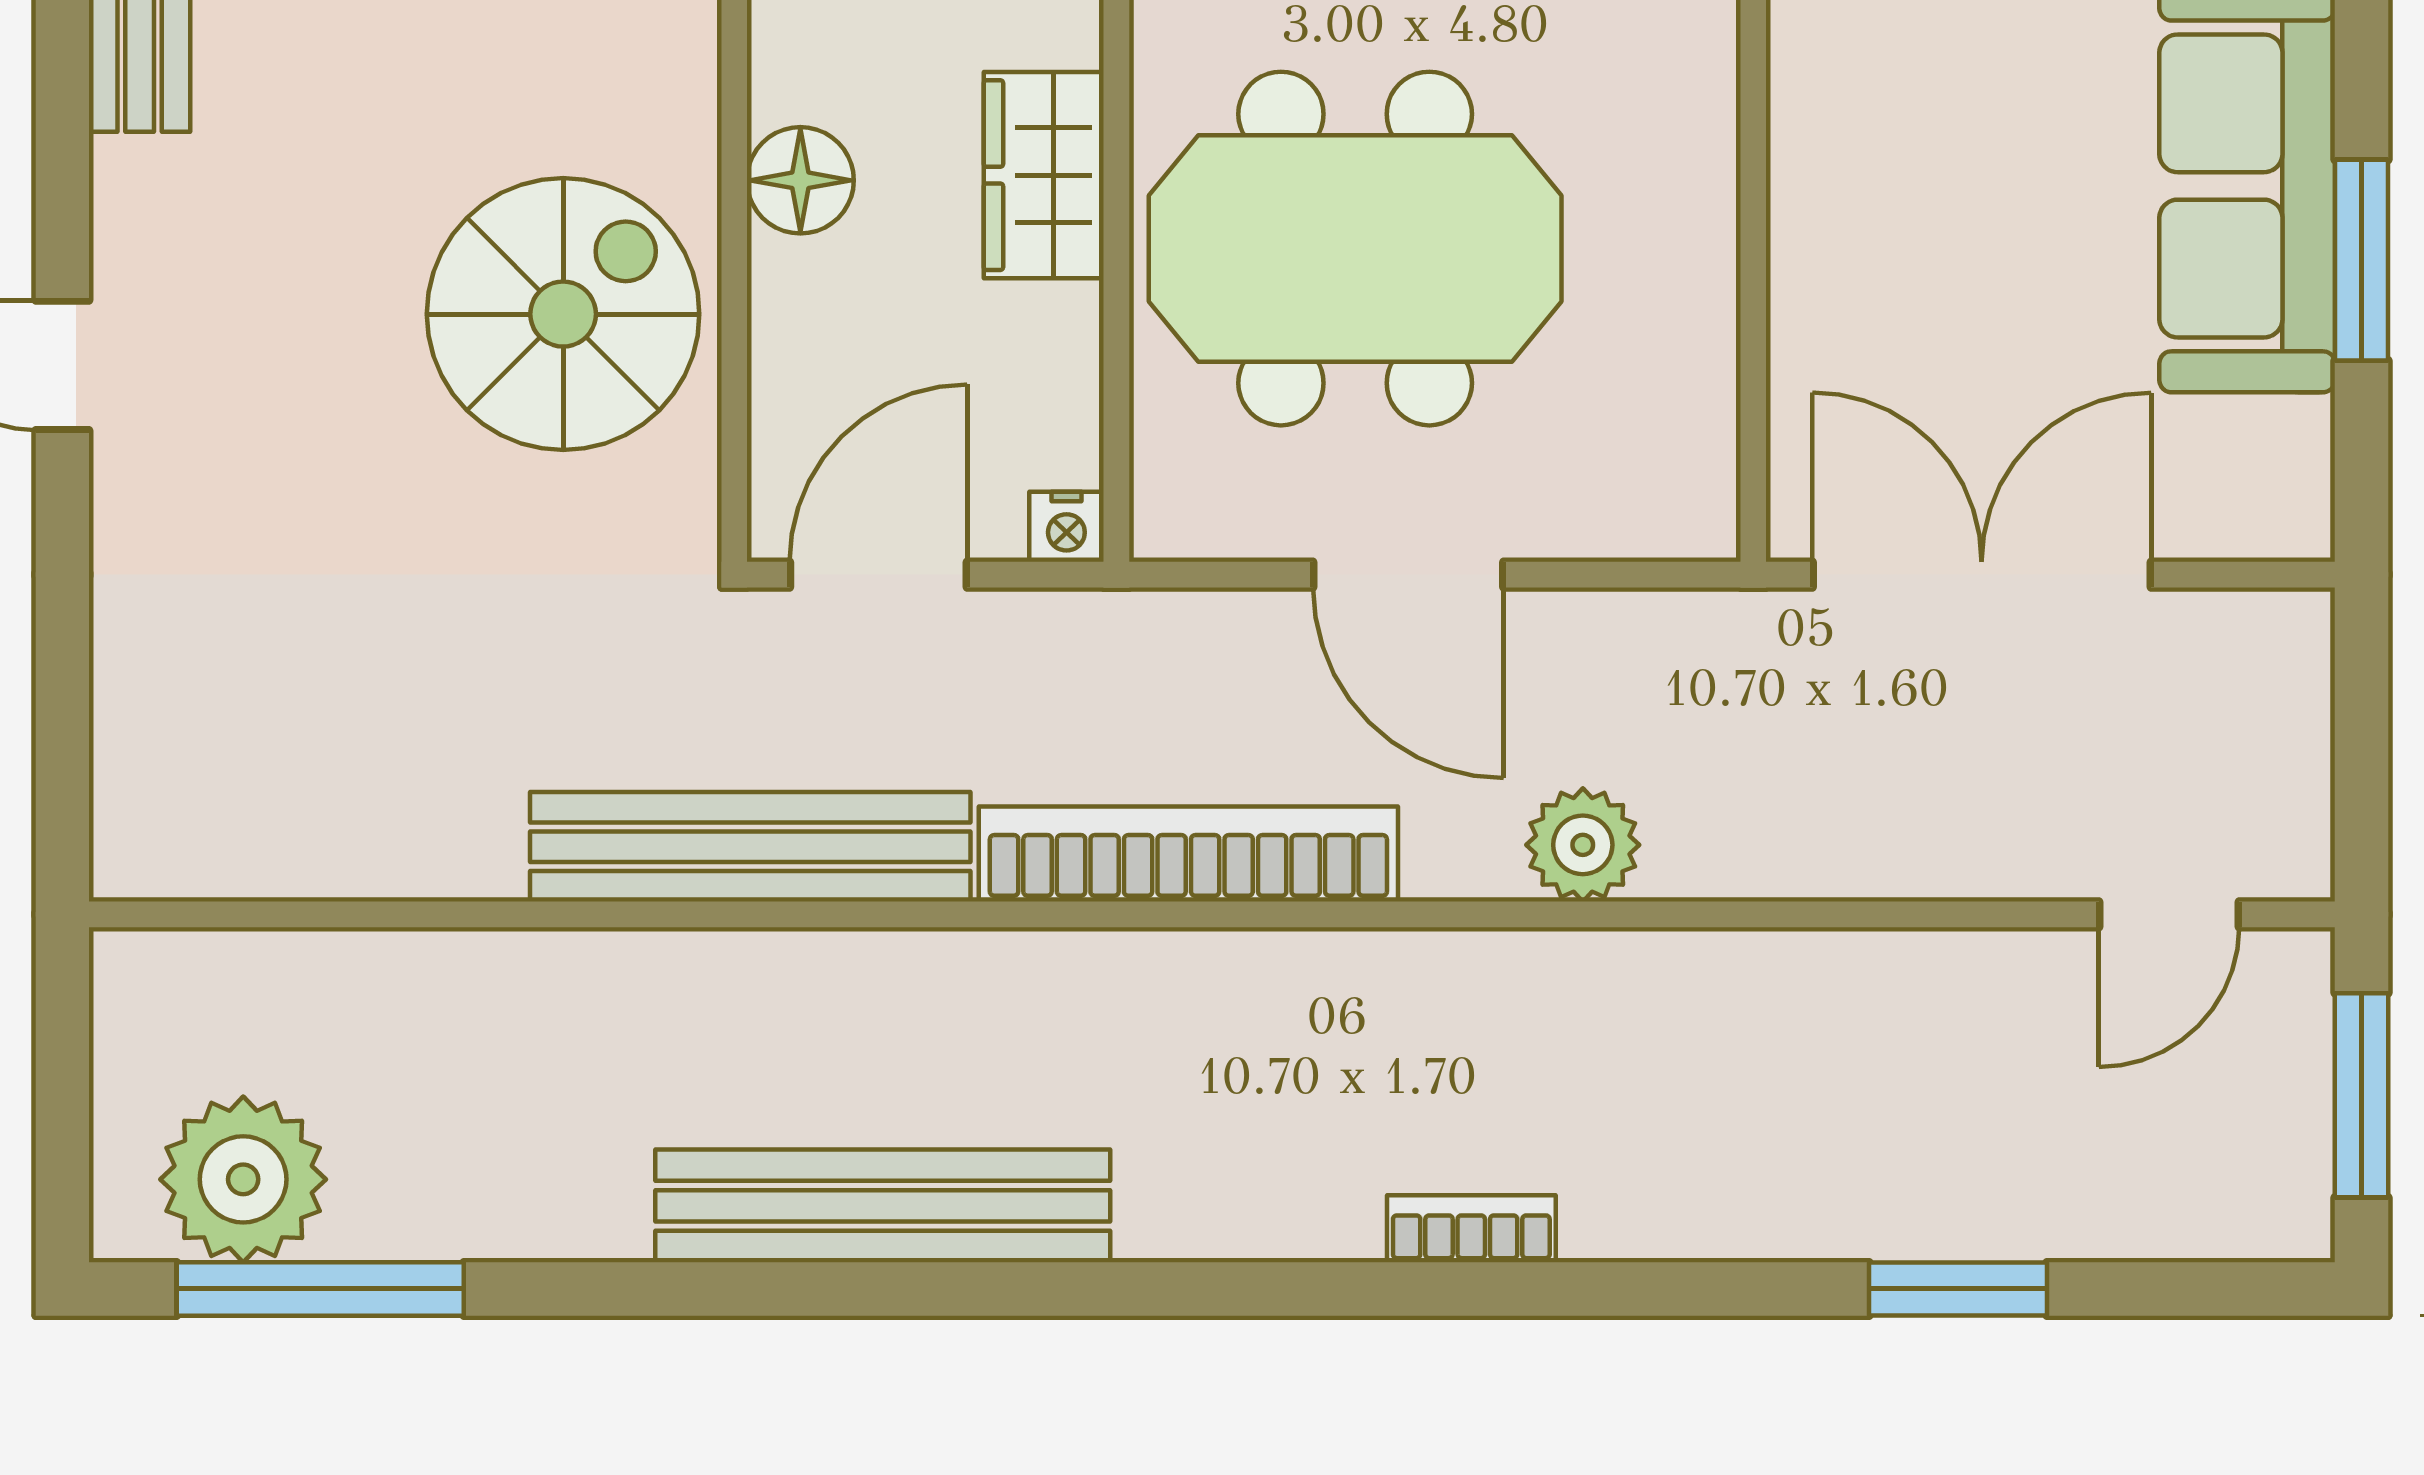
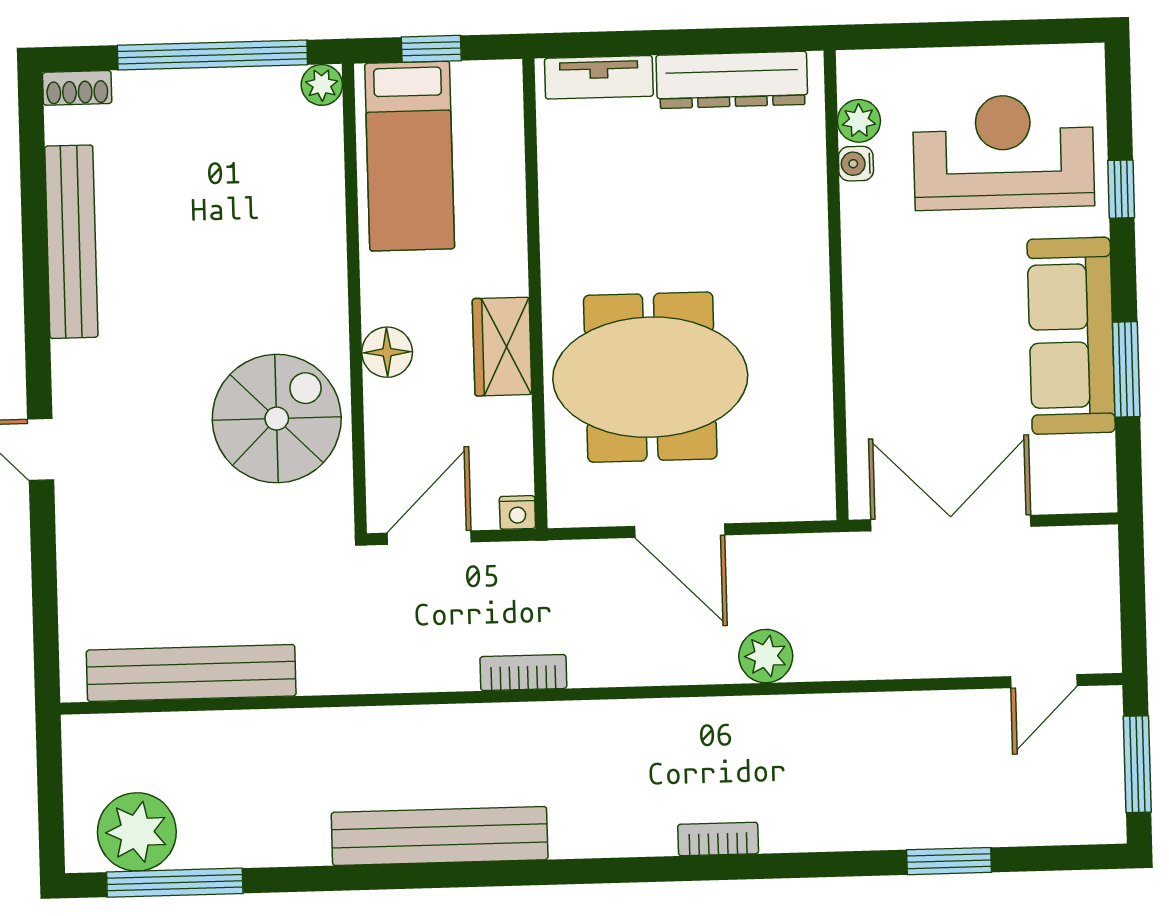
bench: (750, 847) -> (191, 673), moved
bookcase: (1188, 854) -> (523, 673), width x0.43, depth x0.76

